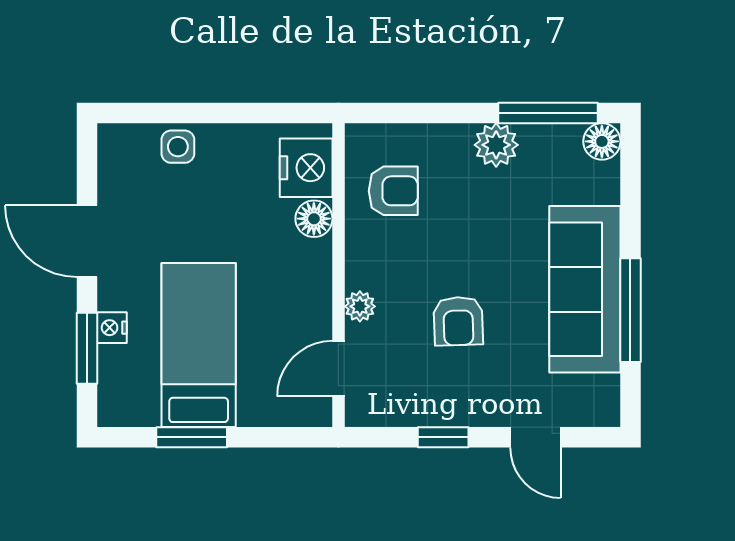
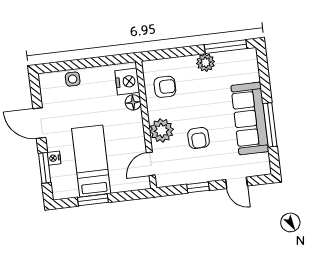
floor lamp: (602, 141) -> (250, 56), removed
plant: (360, 306) -> (162, 131), width x1.88, depth x1.88

